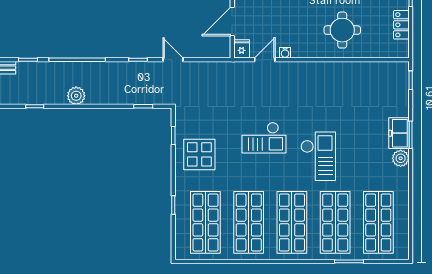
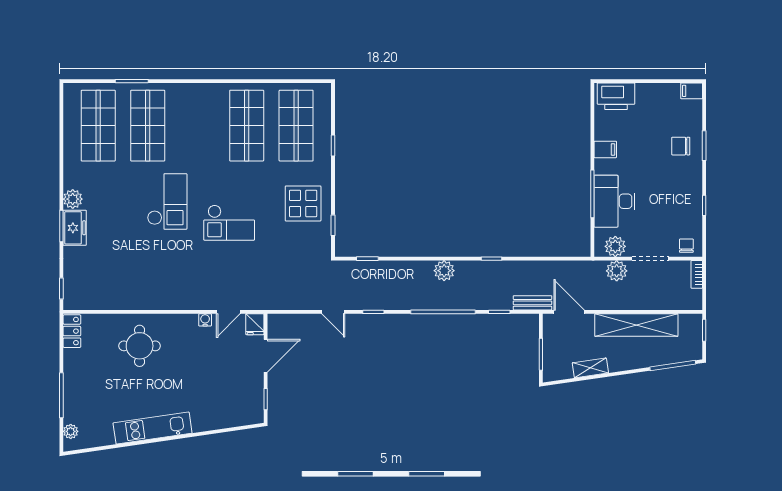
locker: (401, 25) -> (72, 331), moved
checkout: (264, 138) -> (229, 223), turned 180
checkout: (318, 156) -> (167, 201), turned 180
shop shelf: (292, 222) -> (197, 126), removed

